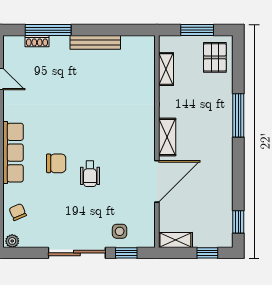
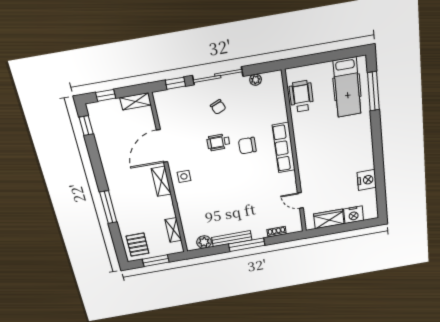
window: (48, 30) -> (247, 245), moved
plant: (131, 45) -> (204, 242), added
wheelchair: (90, 174) -> (218, 142), turned -90
chair: (18, 212) -> (218, 107), moved
side table: (120, 231) -> (184, 176), moved
plant: (12, 241) -> (256, 80), moved

